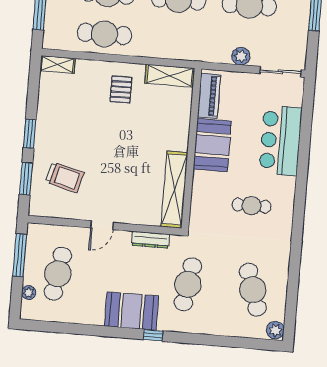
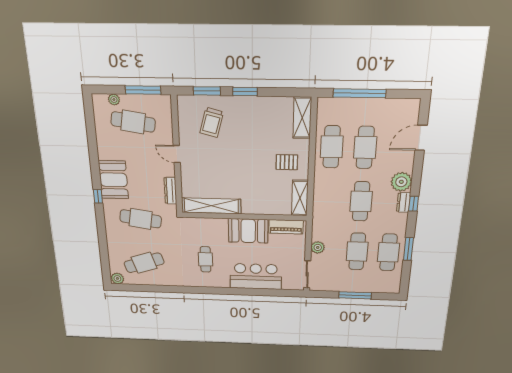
shelving: (58, 64) -> (302, 118), width x1.50, depth x1.33

